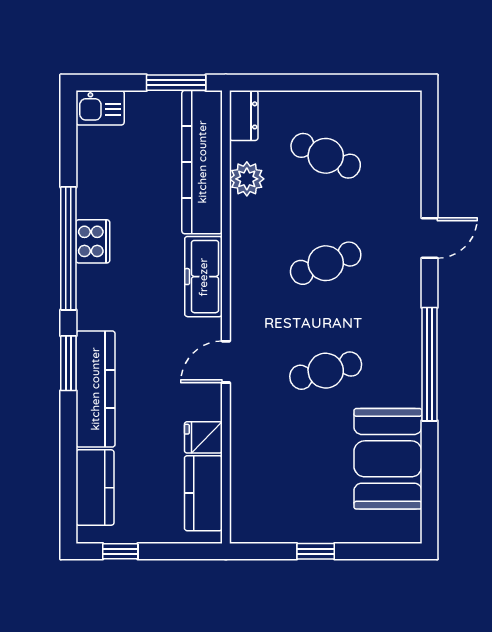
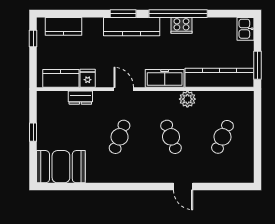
dresser: (244, 115) -> (80, 98), moved
plant: (247, 179) -> (187, 99), moved
window: (429, 364) -> (123, 187), removed
cafe table: (326, 371) -> (120, 137), turned 36
kitchen counter: (95, 389) -> (132, 27), moved
booth: (388, 459) -> (61, 167), moved

